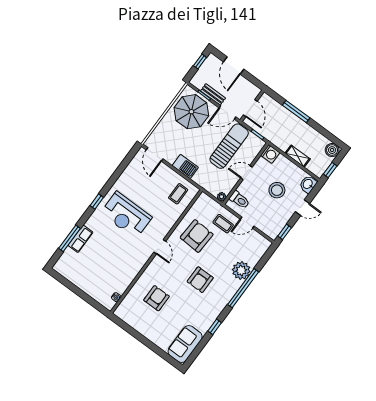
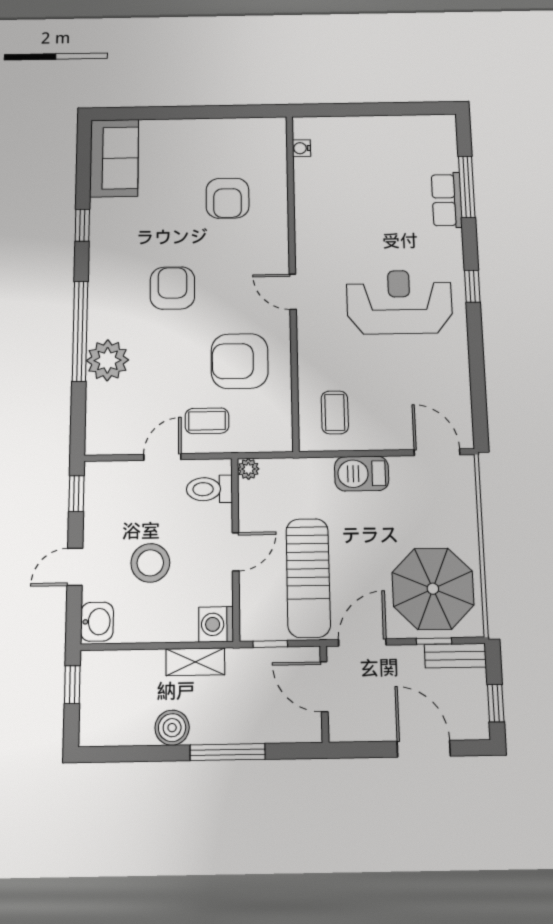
bench: (213, 94) -> (455, 656), moved
boiler: (332, 150) -> (172, 728), moved
shelving: (298, 156) -> (195, 662), moved
armchair: (197, 236) -> (240, 361), turned 87

